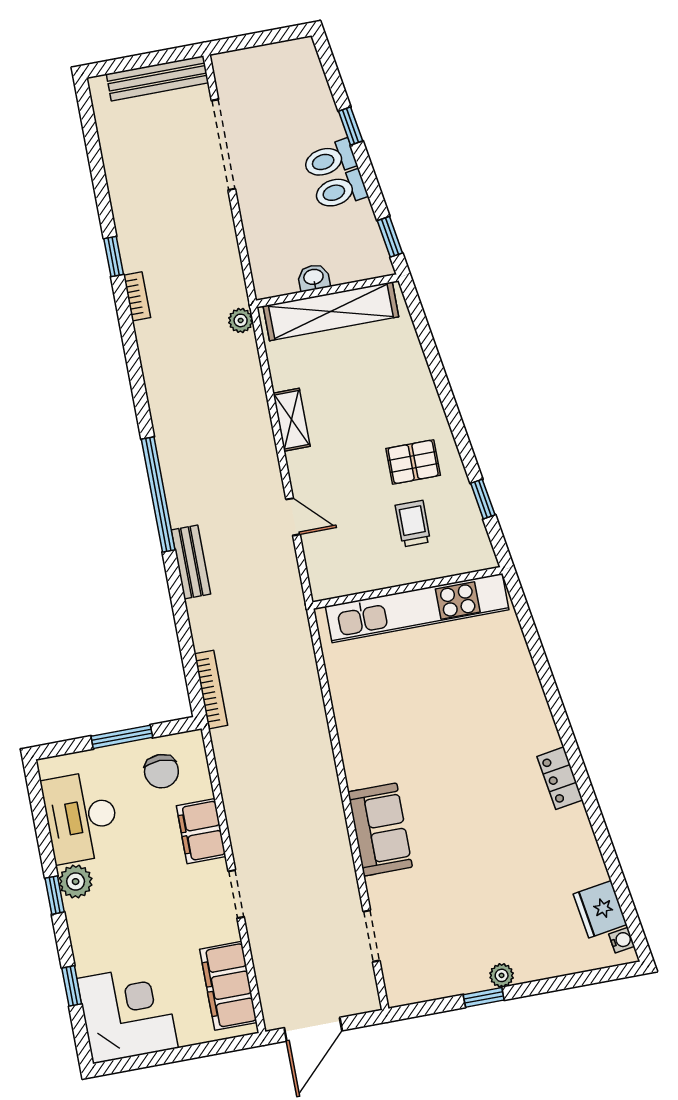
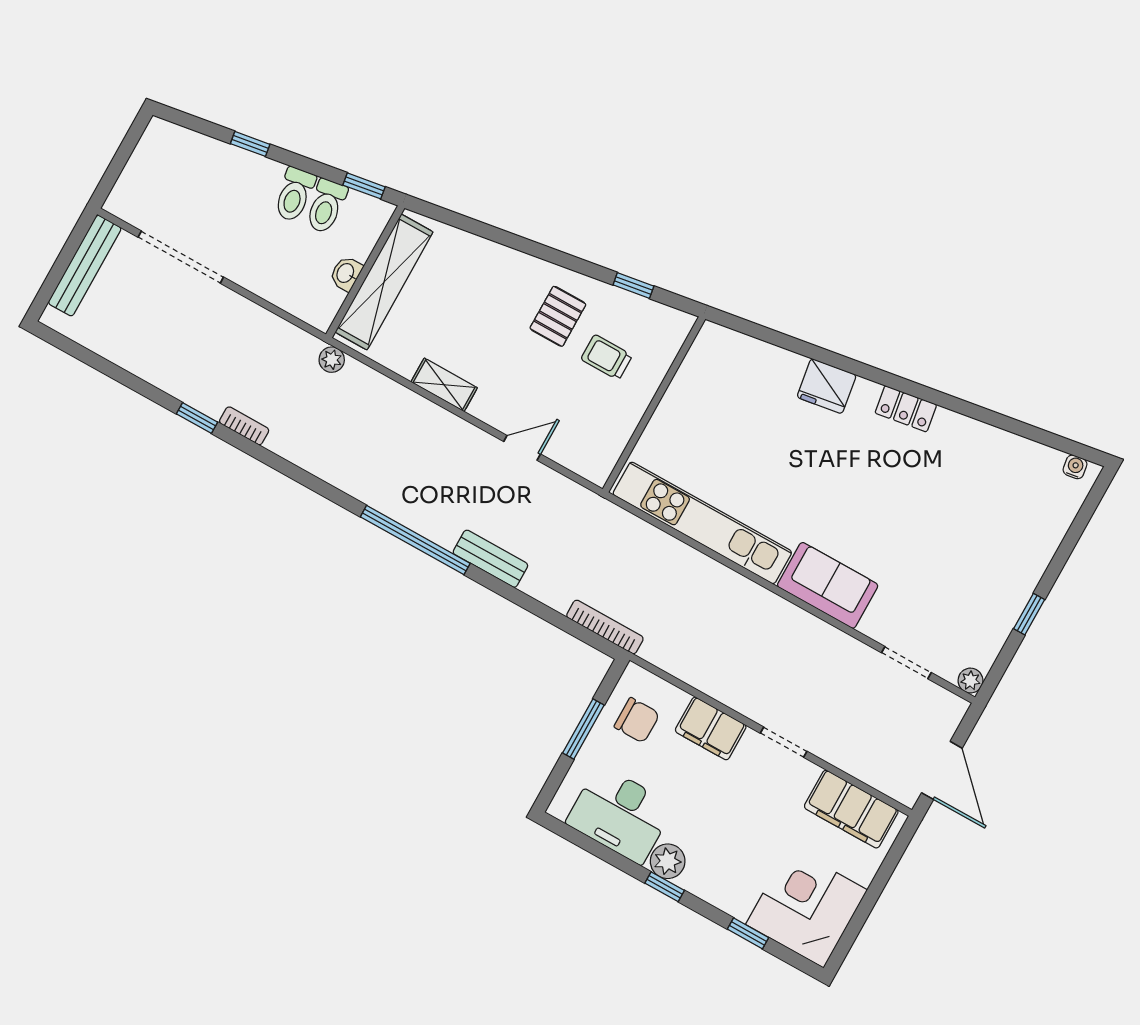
toilet: (330, 160) -> (326, 206), moved
kitchen unit: (417, 608) -> (702, 523), moved, turned -90
fridge: (600, 909) -> (827, 386), moved
plant: (502, 975) -> (970, 681), moved

